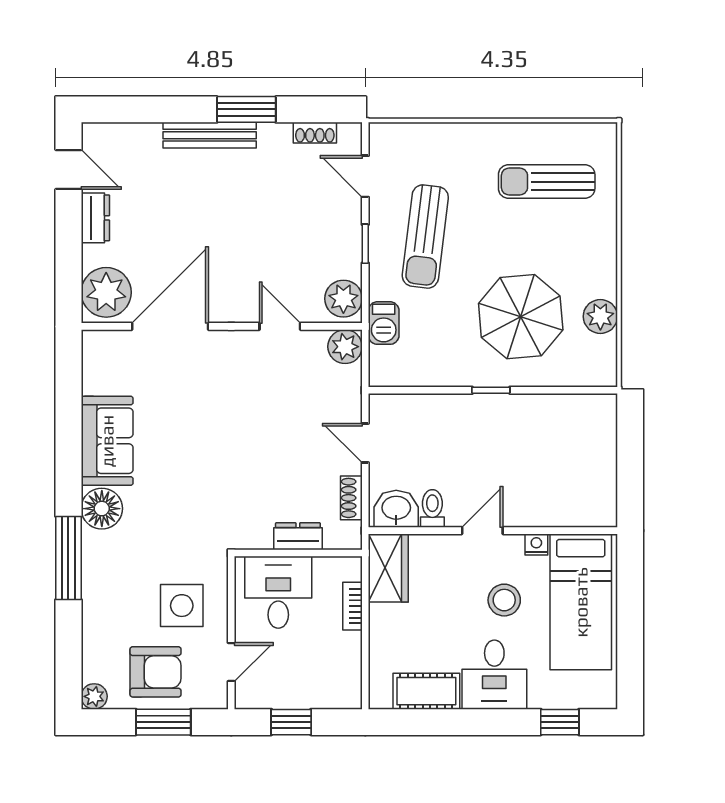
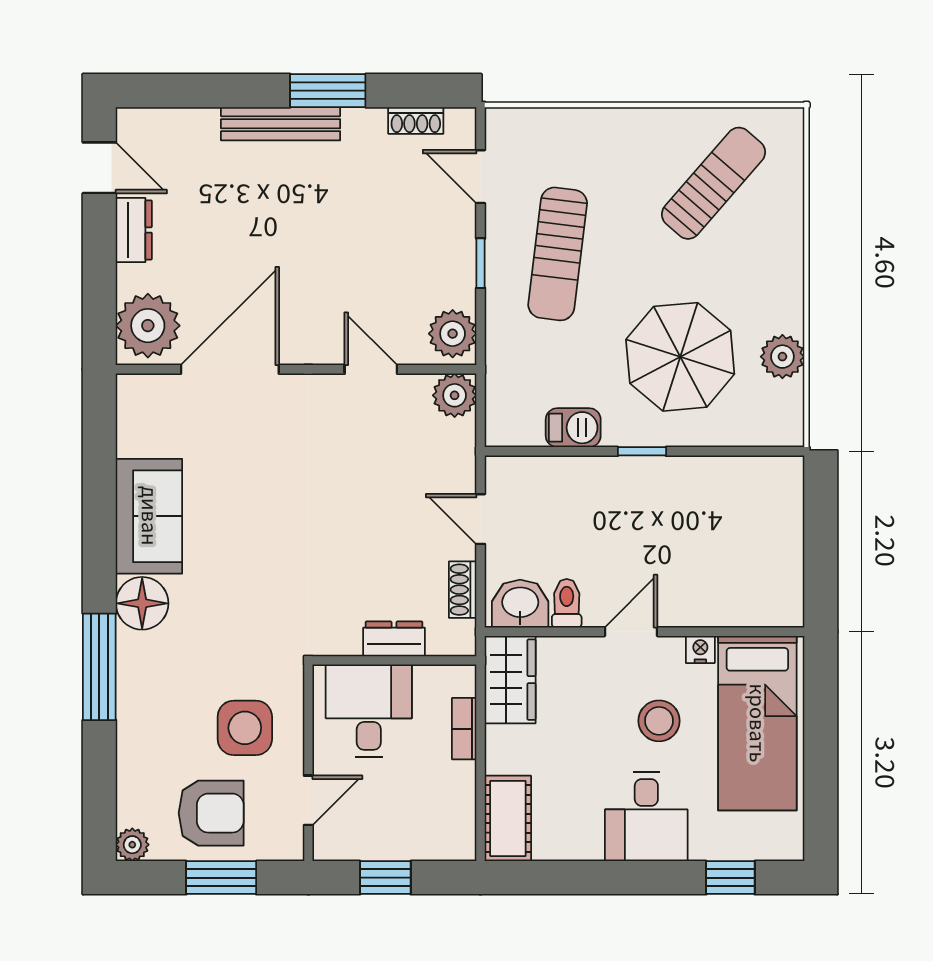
sun lounger: (547, 182) -> (713, 183), turned 131
barbecue: (384, 323) -> (573, 428), moved, turned -90
cot: (426, 691) -> (508, 818), moved, turned 90

